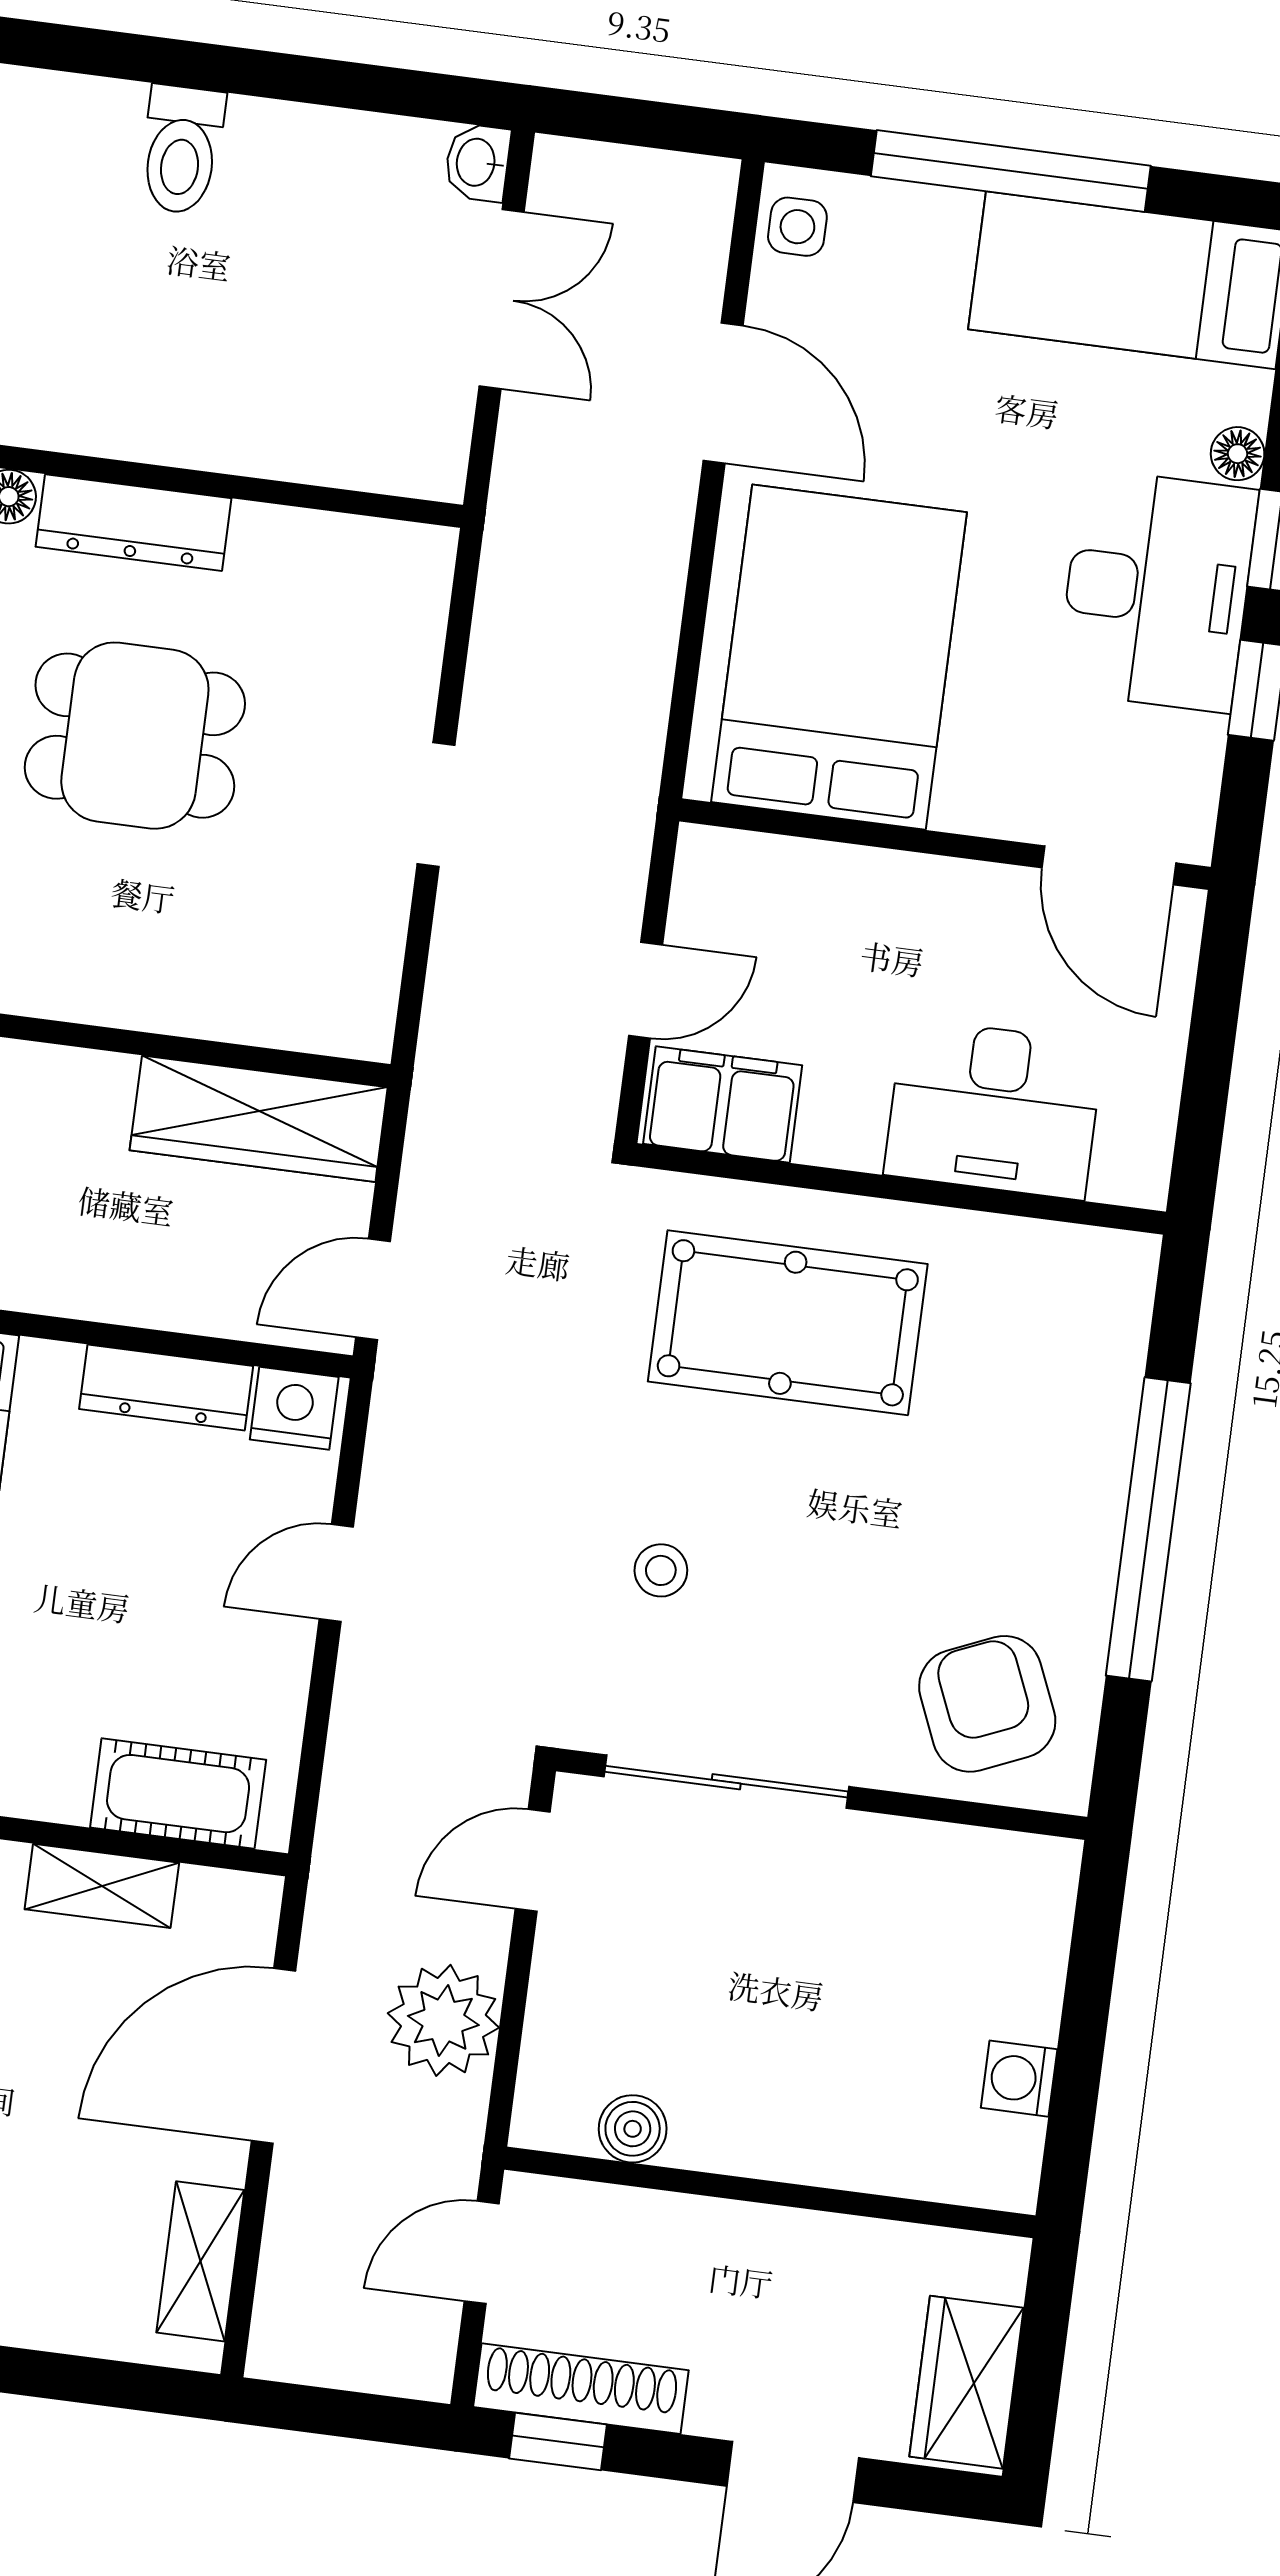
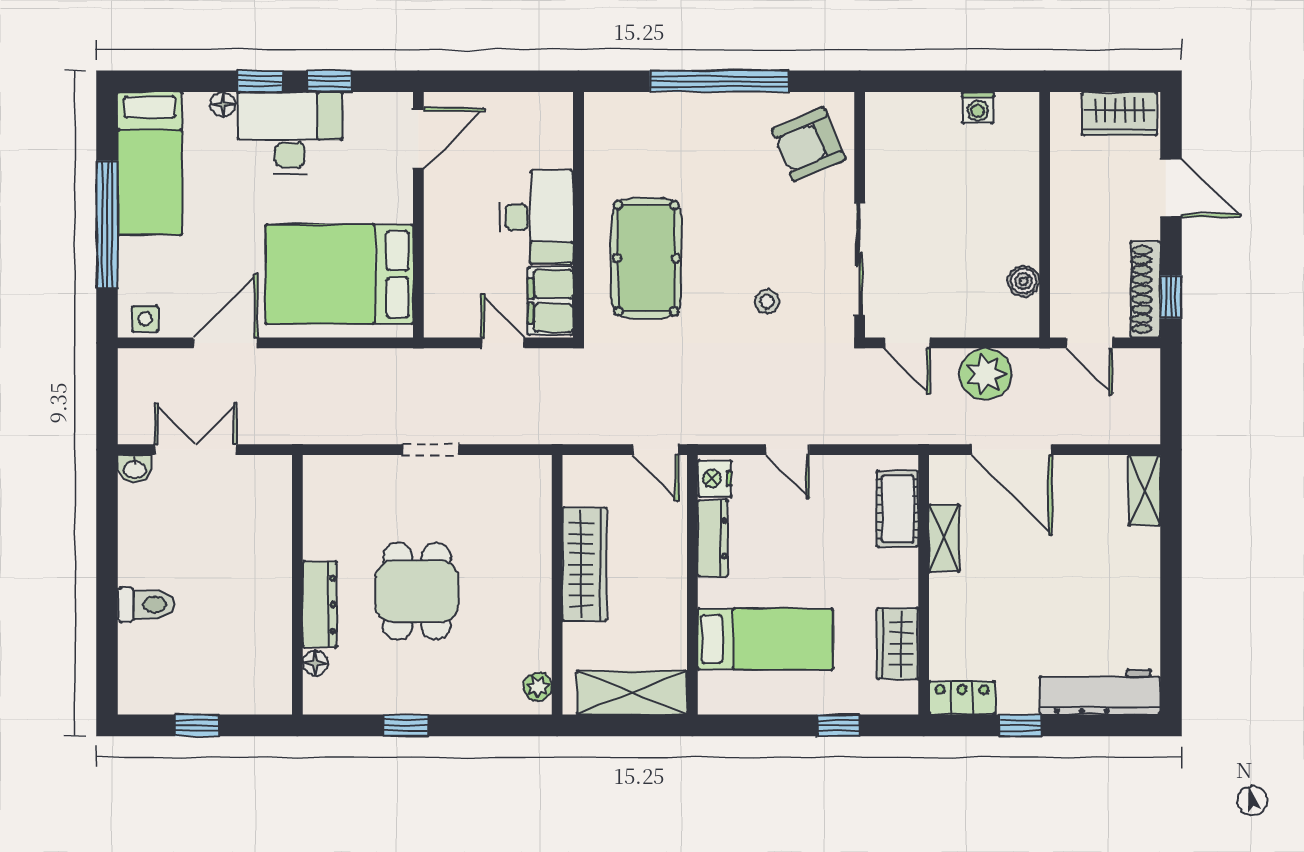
desk: (994, 1109) -> (536, 217), moved
wardrobe: (259, 1119) -> (585, 564), moved
shelving: (200, 2261) -> (1144, 490), moved, turned 90

